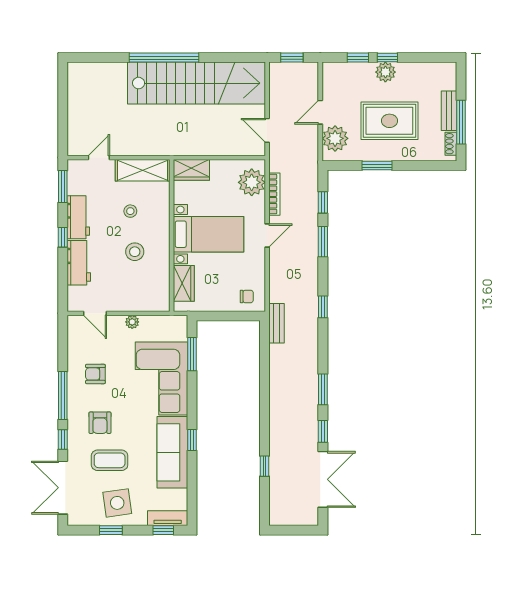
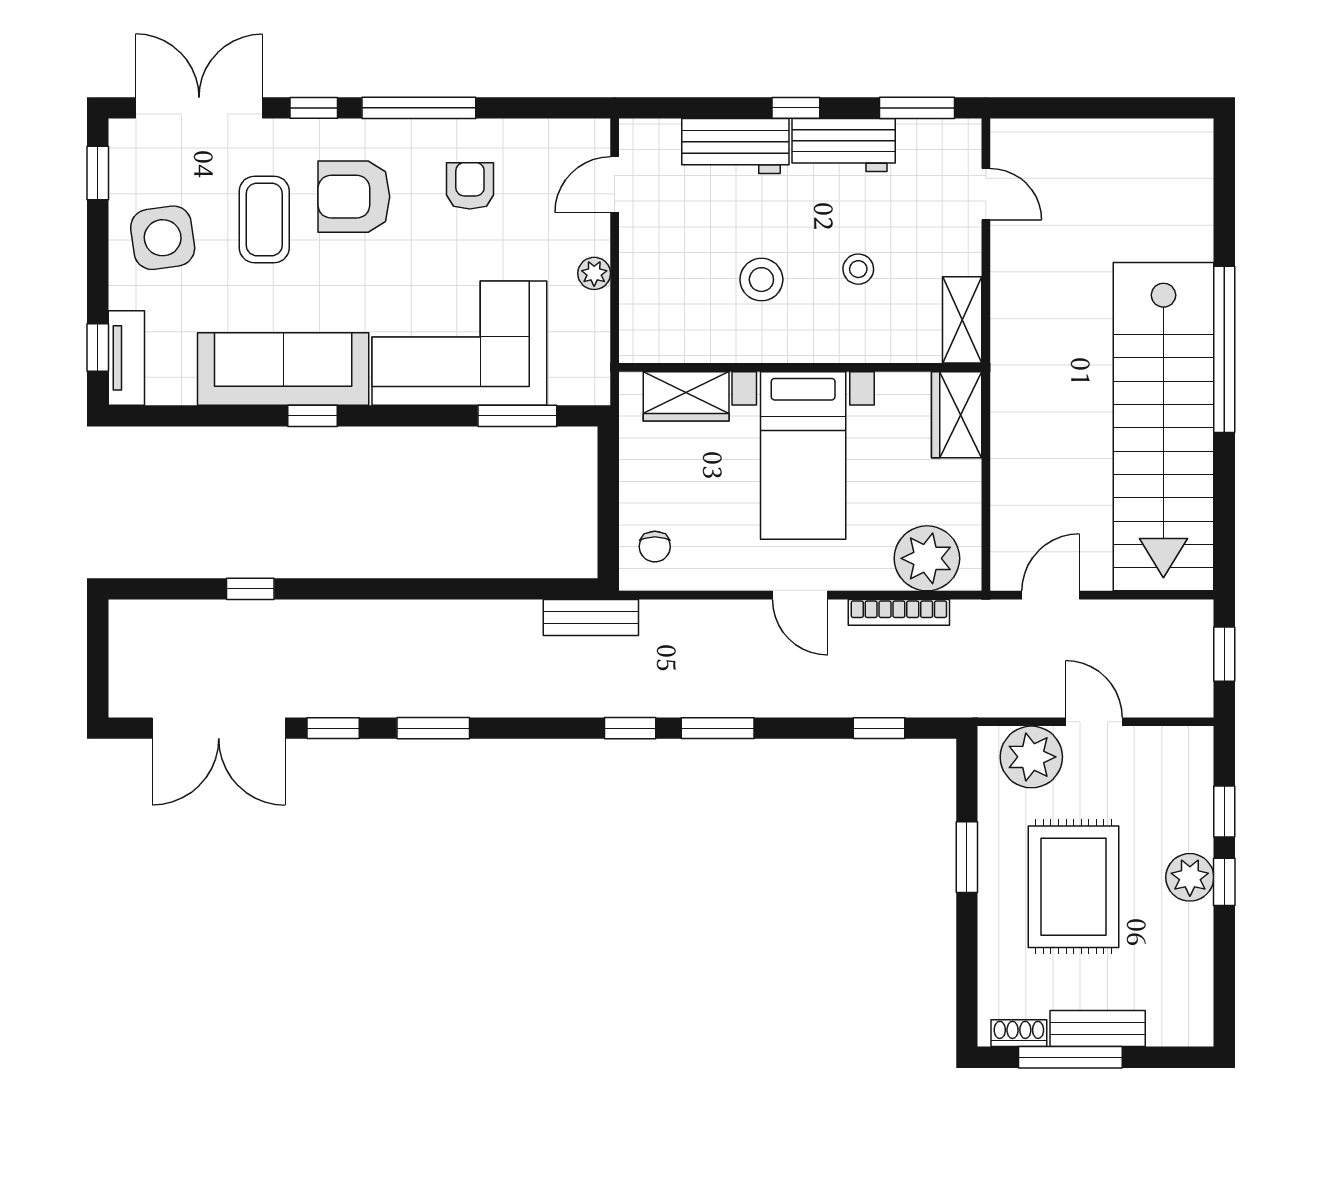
shelving: (143, 170) -> (962, 320), width x0.67, depth x0.75
window: (323, 242) -> (718, 728), moved
armchair: (100, 423) -> (354, 197), width x1.38, depth x1.38
window: (111, 530) -> (98, 173), moved

